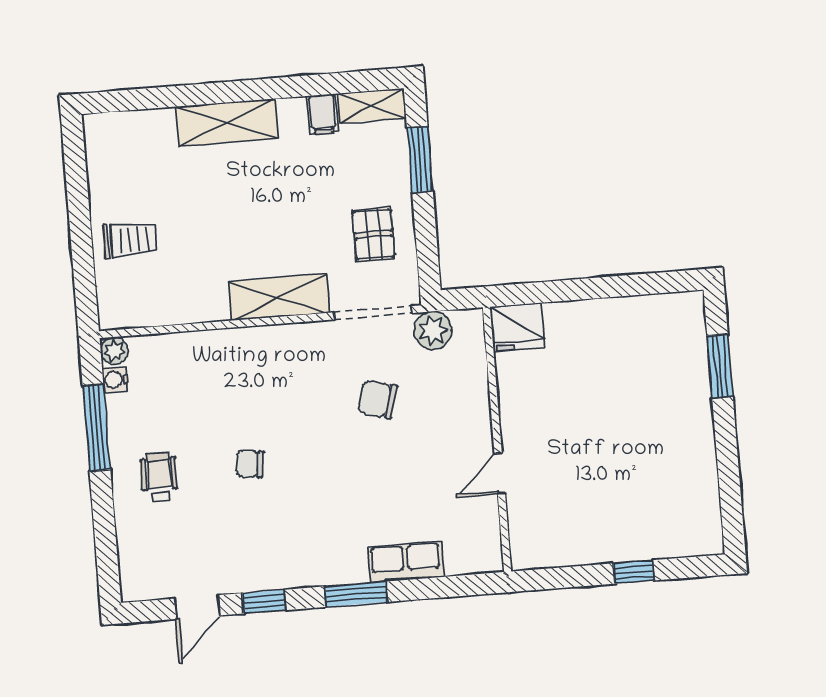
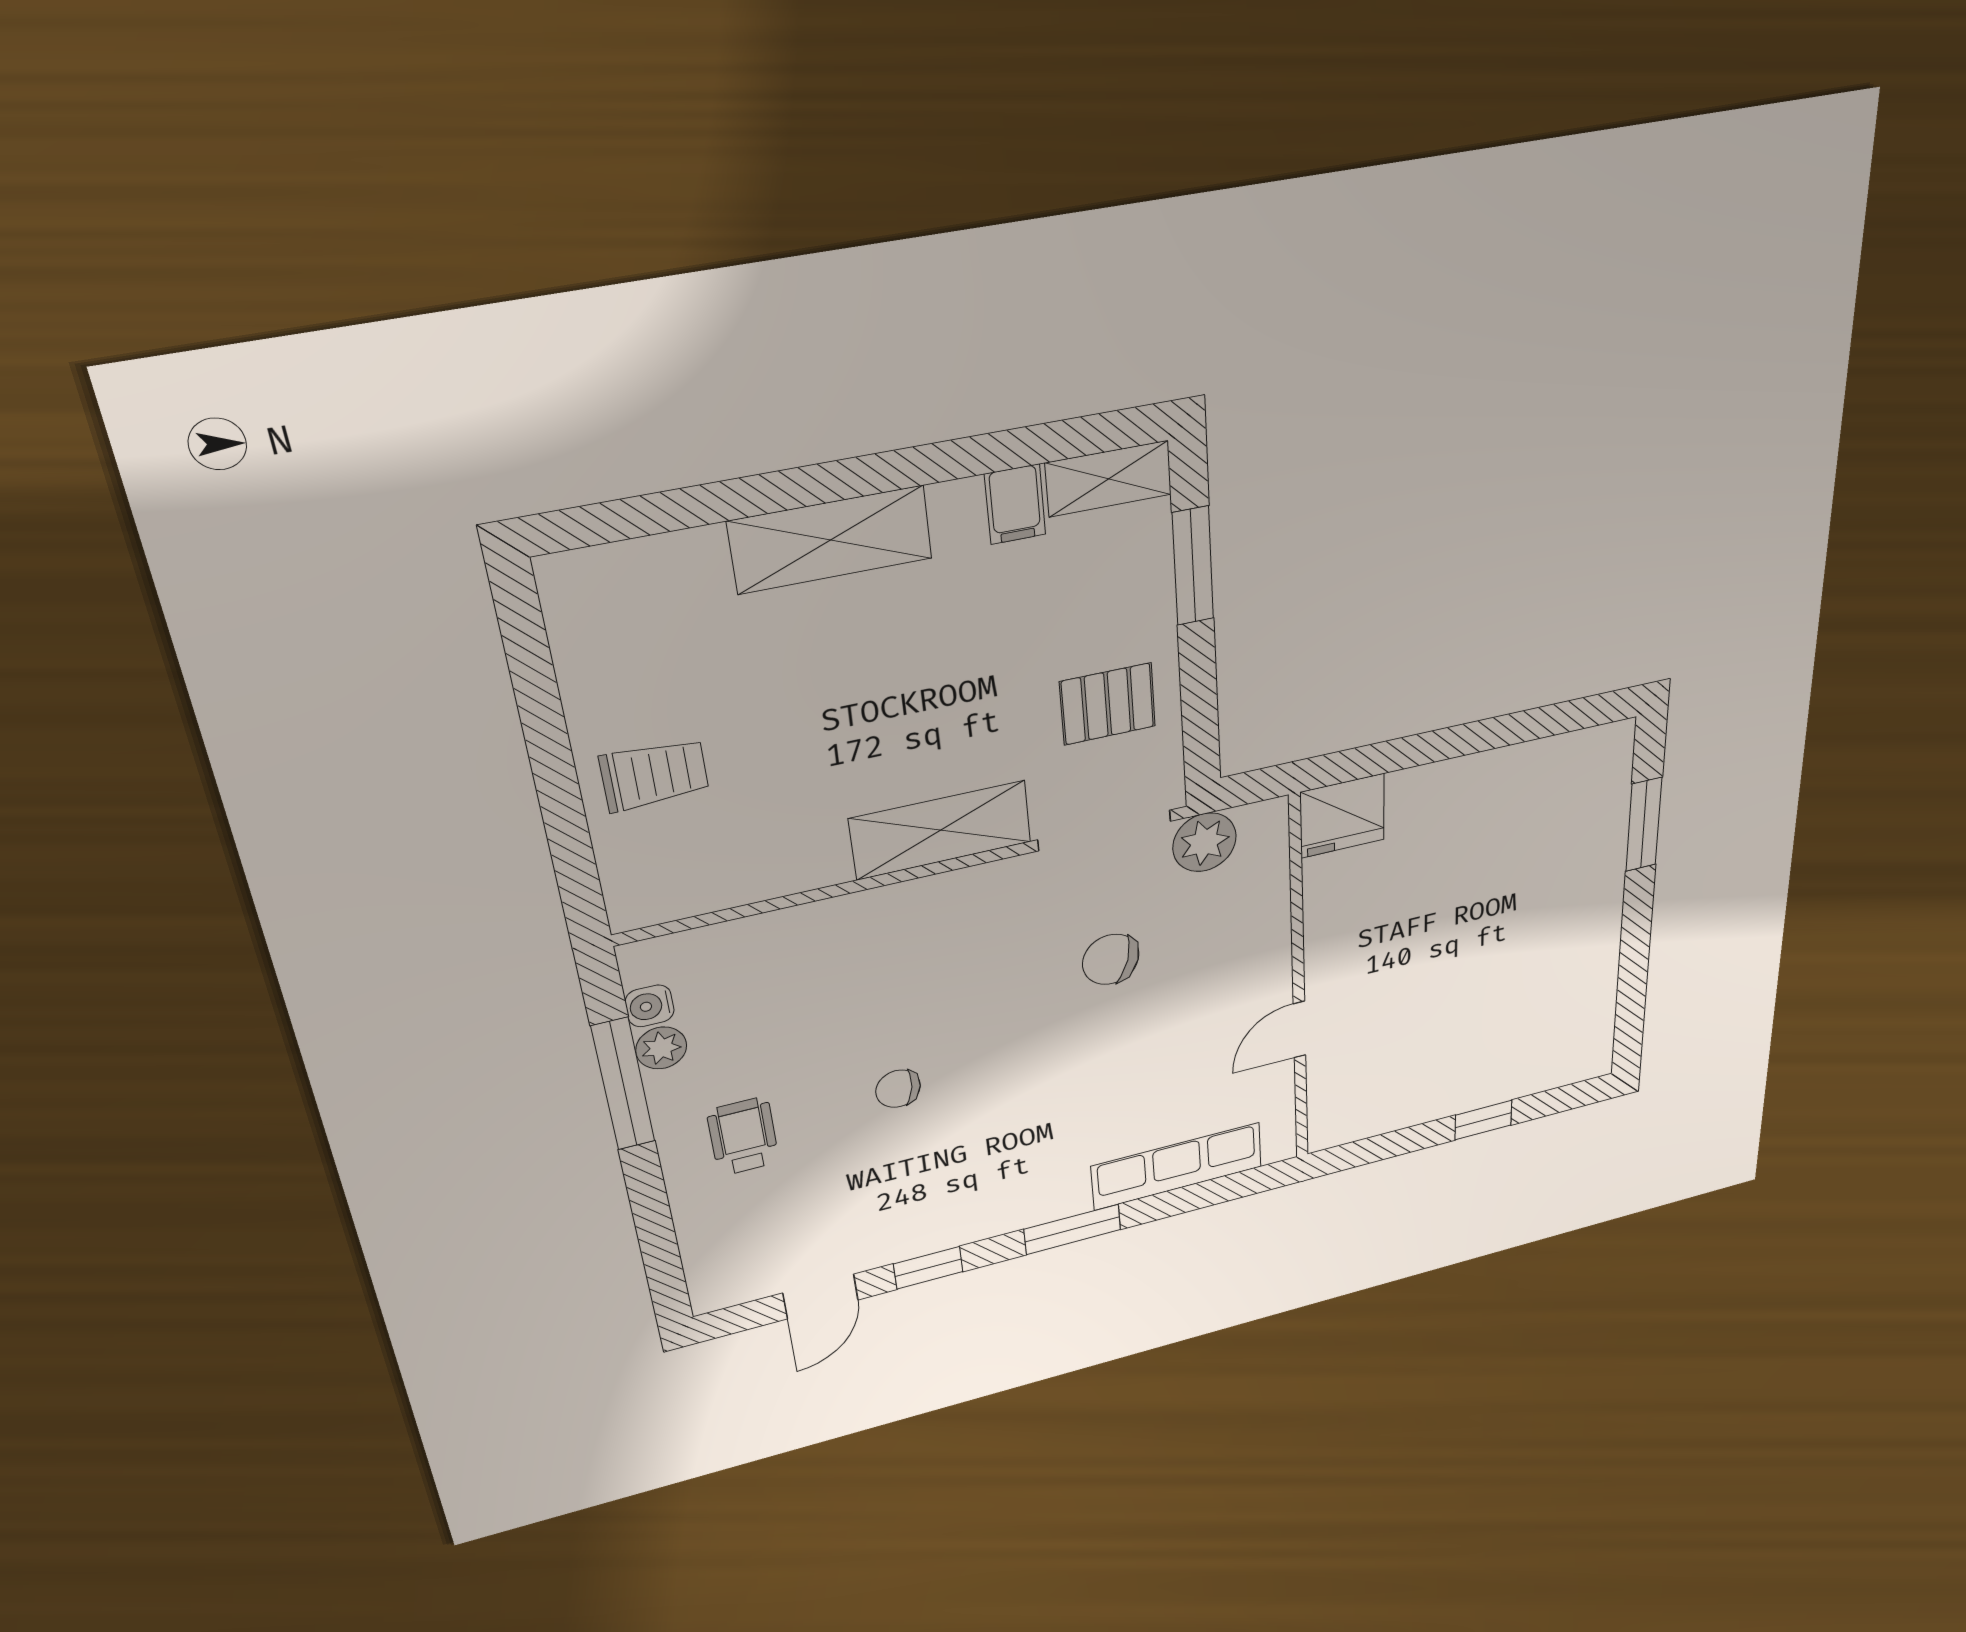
pallet: (374, 234) -> (1108, 704), turned 90
plant: (114, 351) -> (661, 1048), moved
row of seats: (406, 562) -> (1177, 1166), width x1.48

